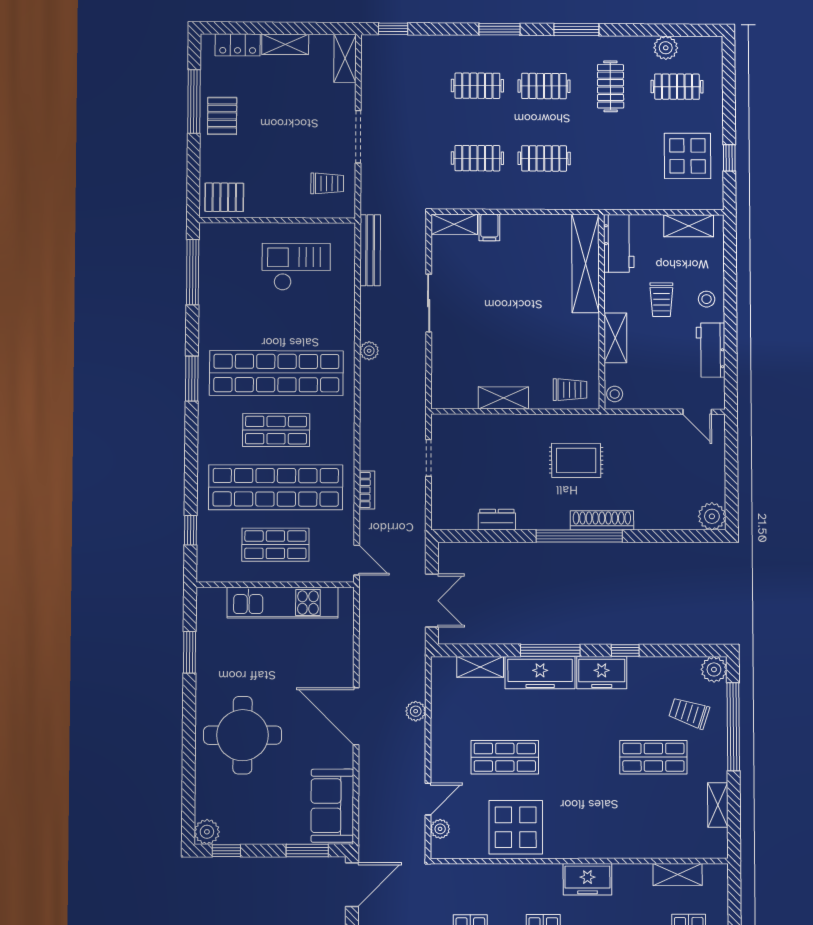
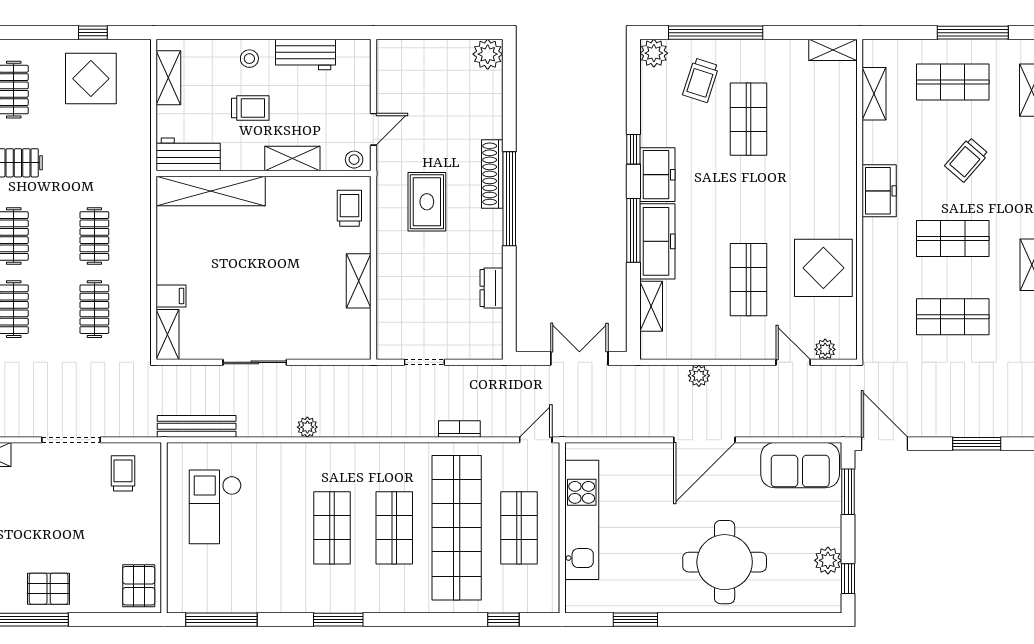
shop shelf: (276, 373) -> (332, 528), width x0.50, depth x0.74
door: (697, 412) -> (373, 129), moved
shelving: (718, 805) -> (833, 50), moved
plant: (207, 832) -> (828, 560), moved

